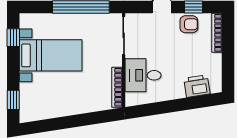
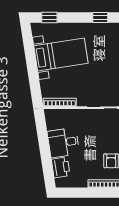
bed with nightstands: (51, 55) -> (61, 55), moved, turned -99
desk: (143, 75) -> (63, 143), moved, turned -99

